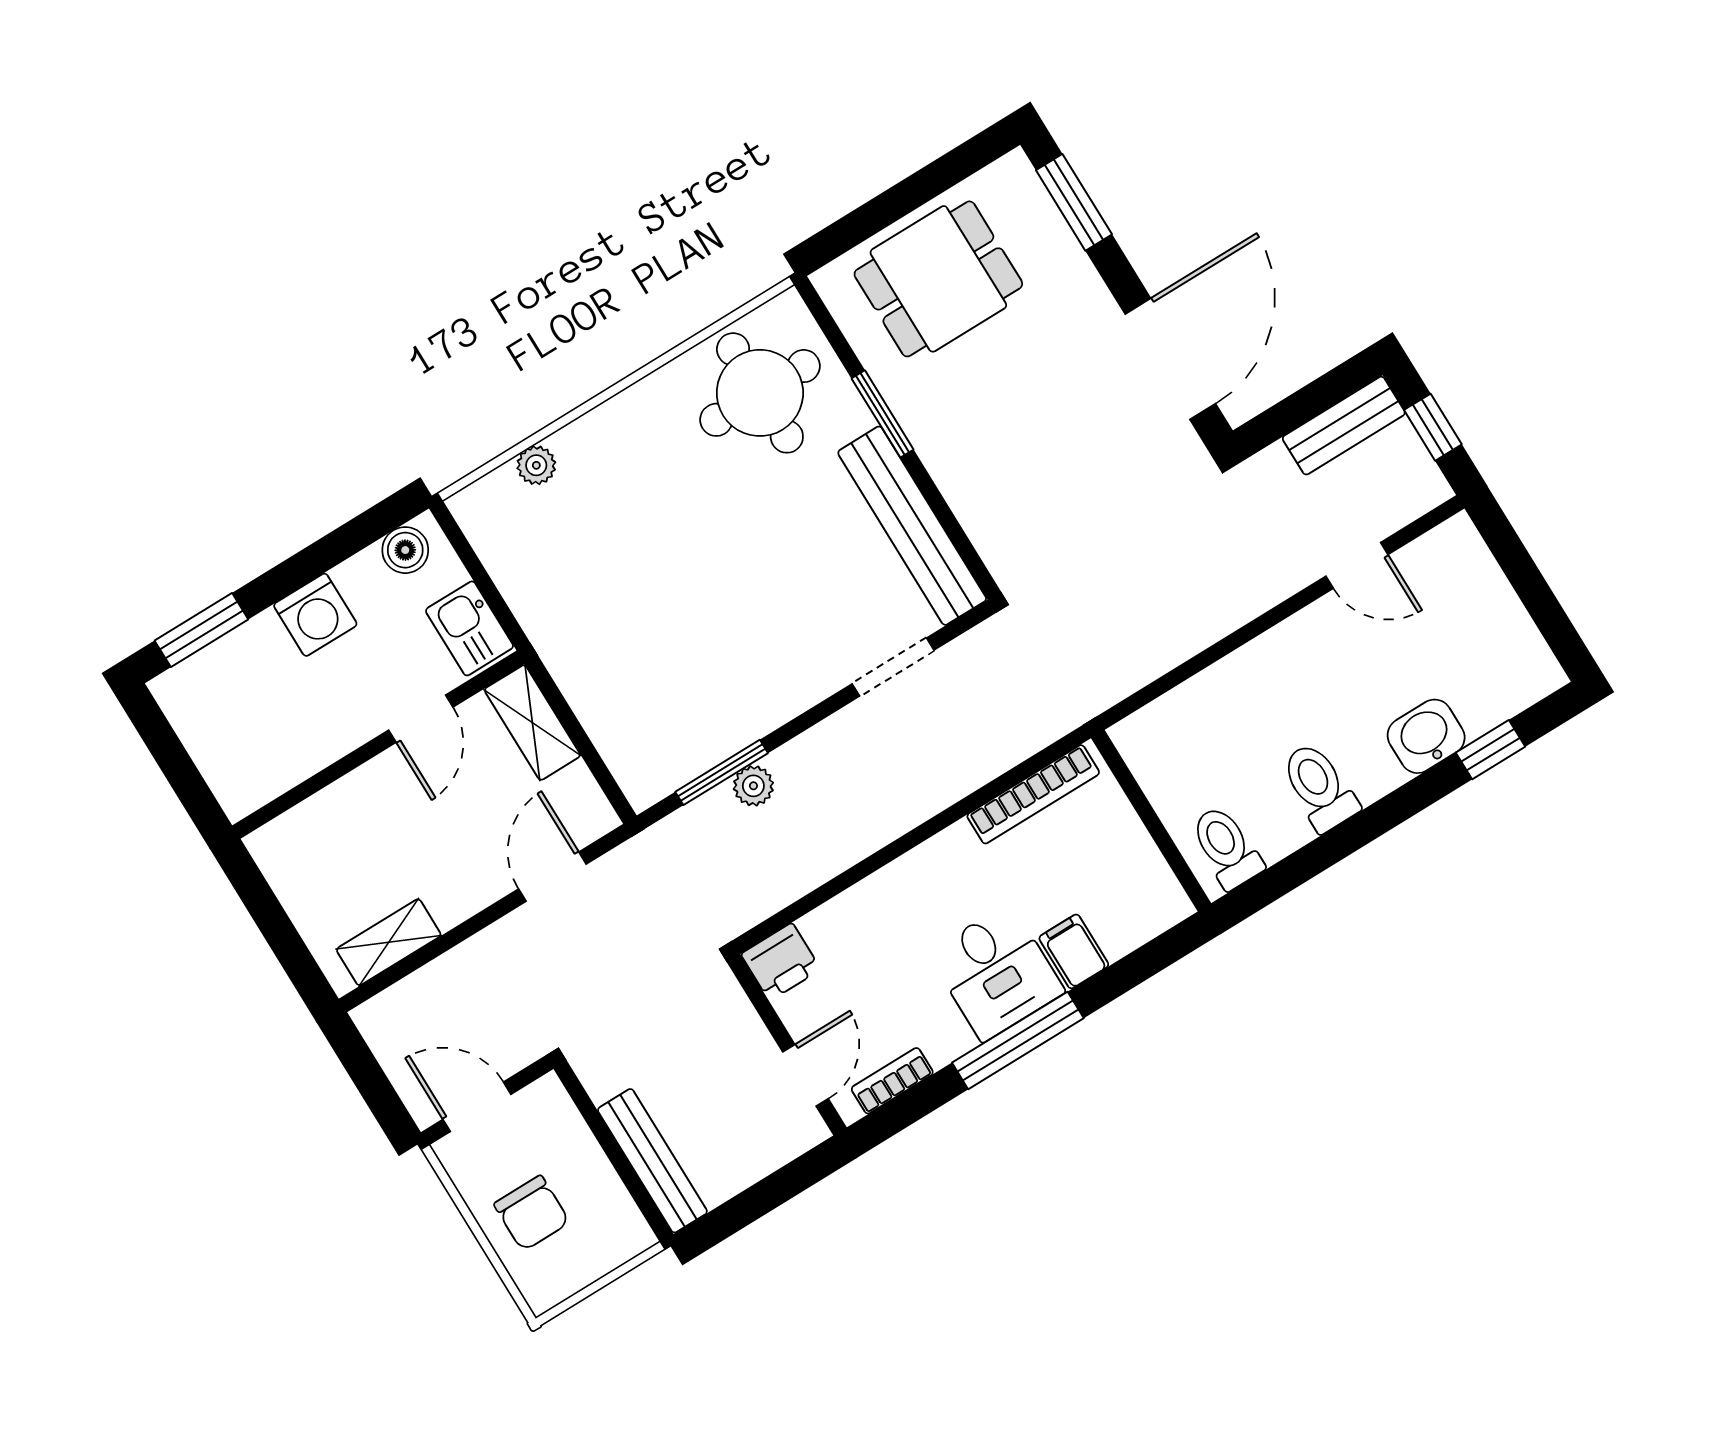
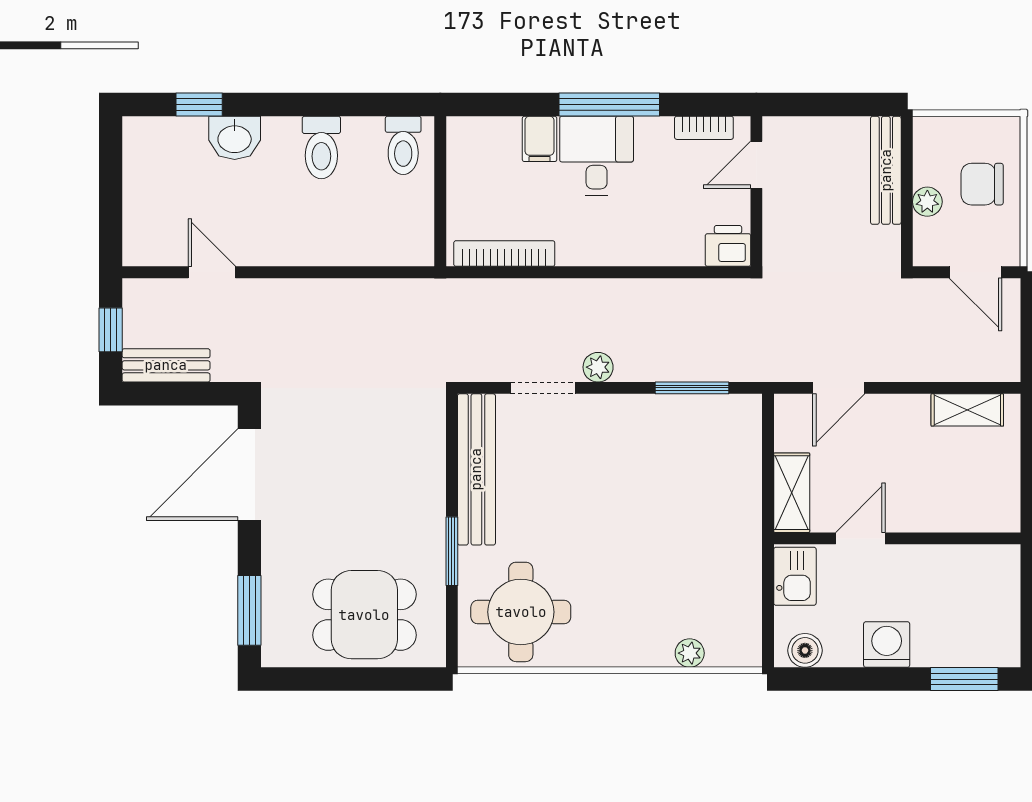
plant: (753, 786) -> (598, 367), moved
plant: (582, 1154) -> (927, 202), added
chair: (532, 1213) -> (982, 184), turned -90

